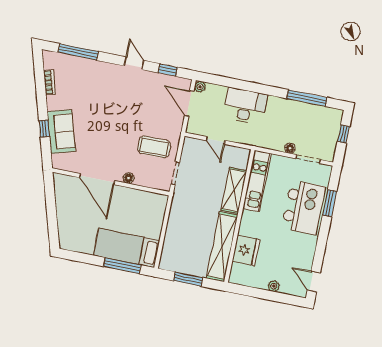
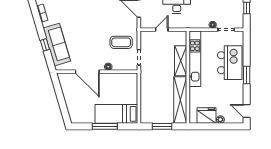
sofa: (61, 132) -> (57, 45), width x1.36
door: (216, 140) -> (162, 30), swing flipped
kitchen unit: (257, 181) -> (195, 59), width x1.36
window: (330, 203) -> (247, 75), moved
fridge: (246, 250) -> (206, 116), moved, turned -90
window: (122, 266) -> (105, 126), moved

